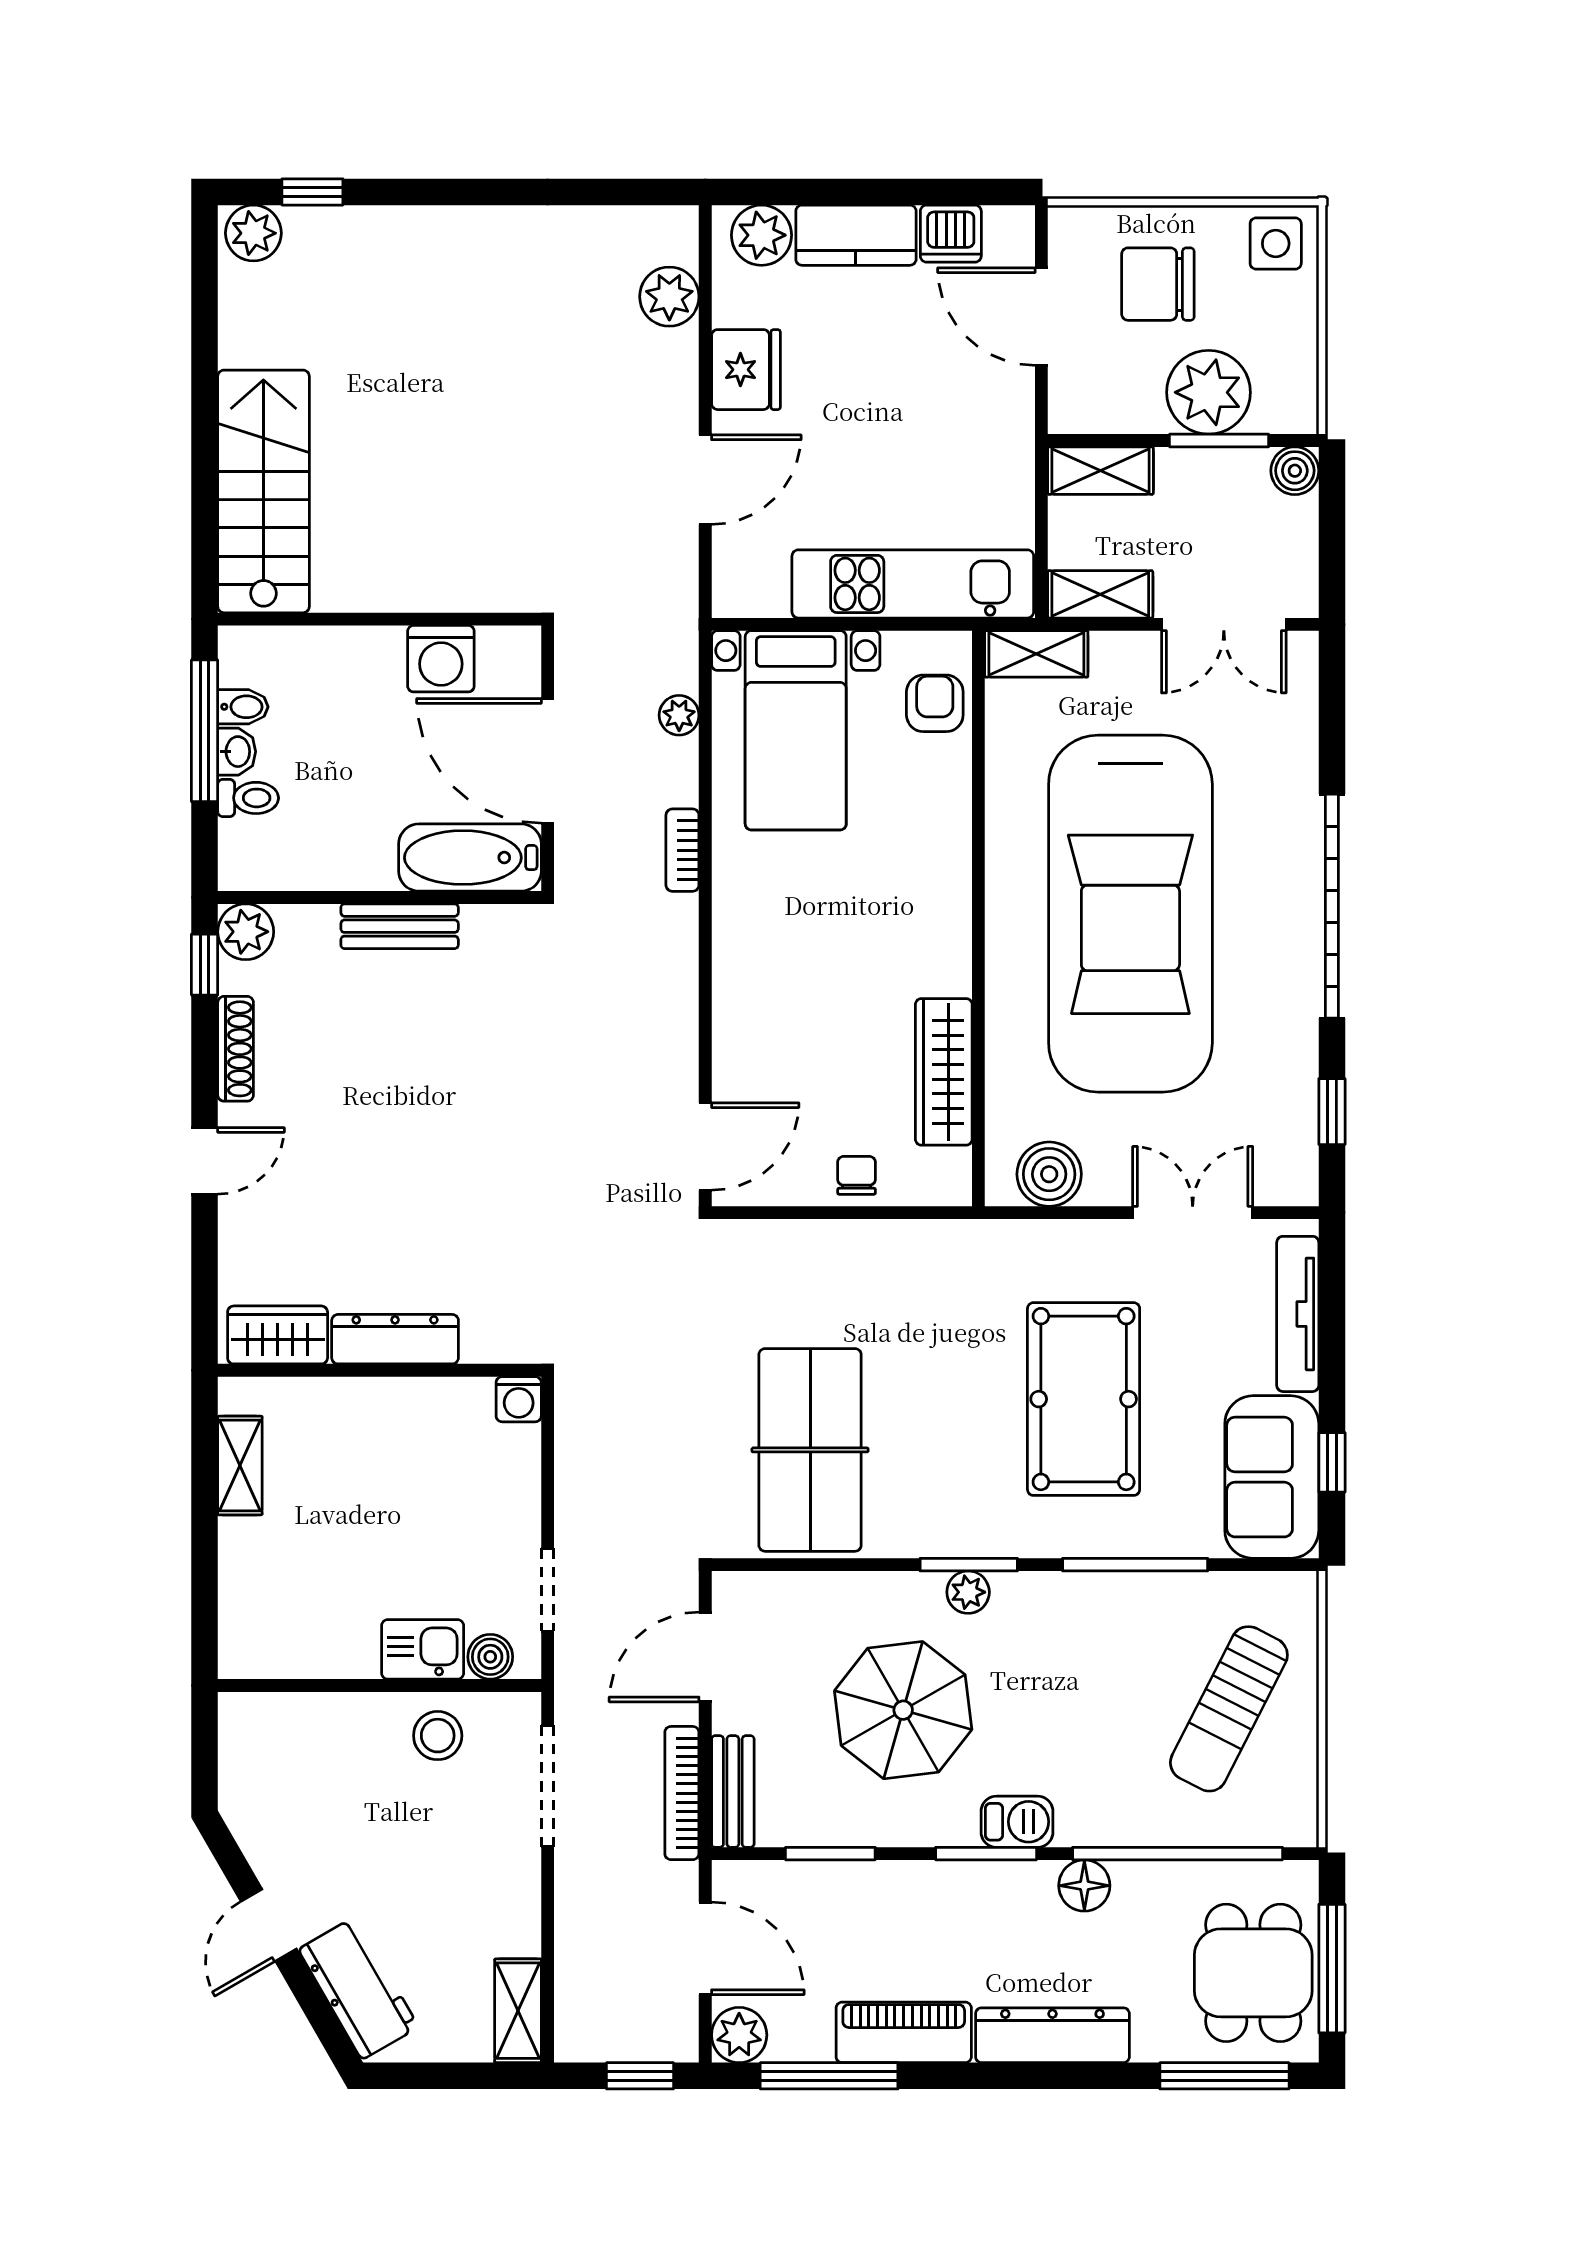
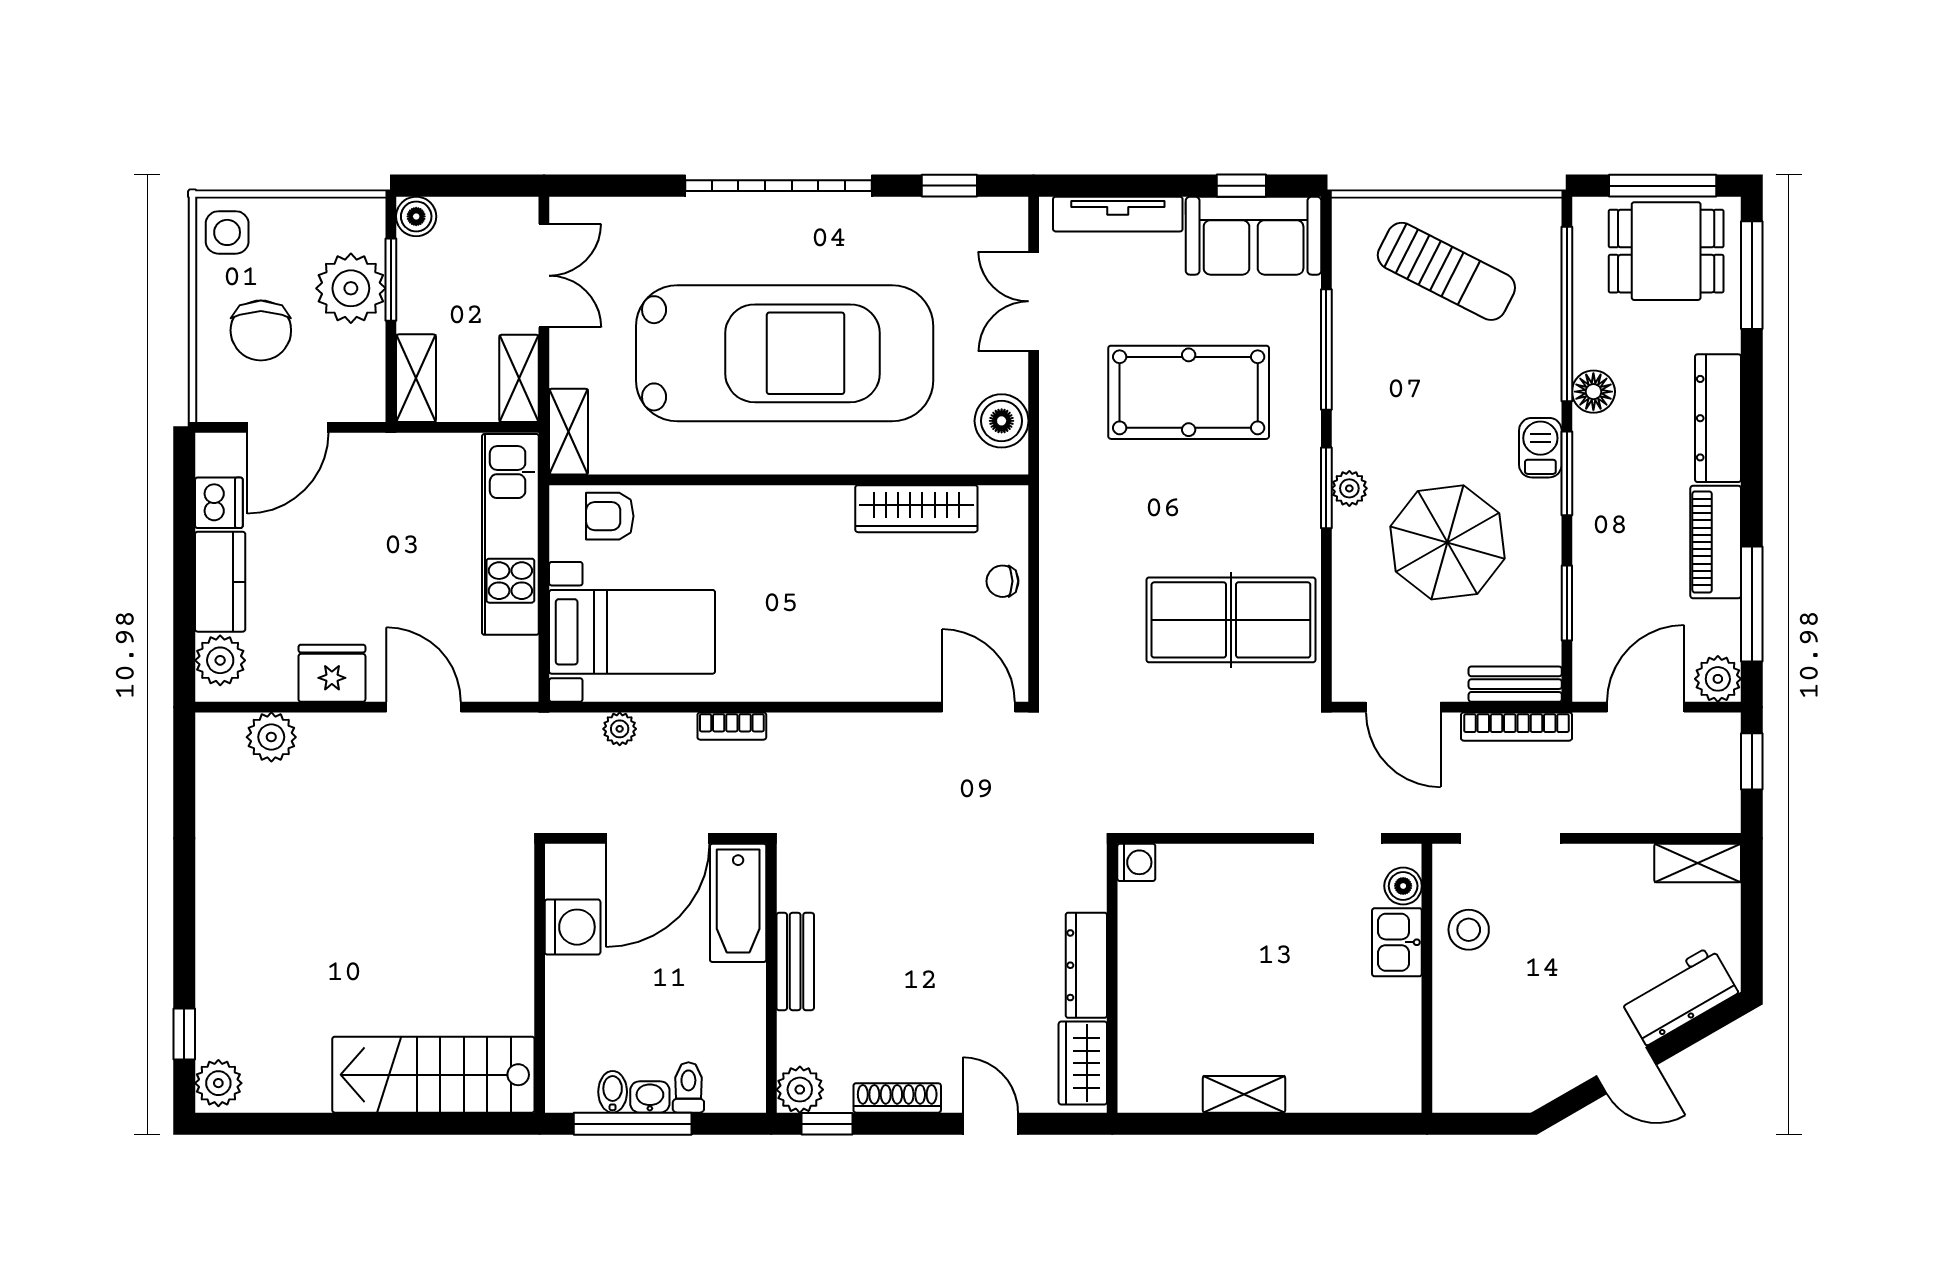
wardrobe: (278, 1335) -> (1083, 1063), moved
dresser: (395, 1339) -> (1086, 965), moved
wall: (380, 1370) -> (1112, 978), moved
washing machine: (519, 1399) -> (1136, 862), moved

